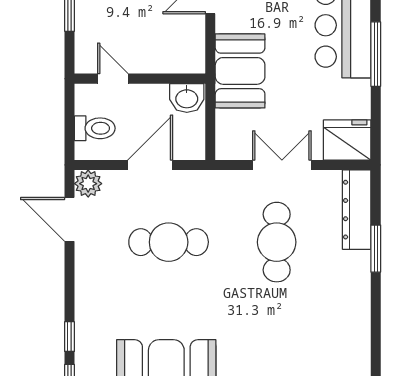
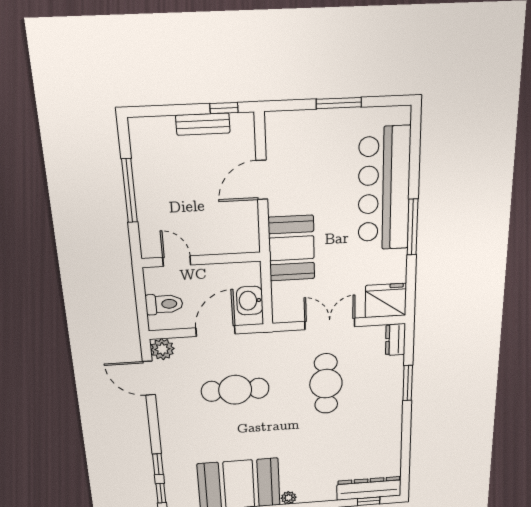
washbasin: (187, 98) -> (250, 301), moved, turned 90
dresser: (357, 210) -> (395, 340), width x0.51, depth x0.80

